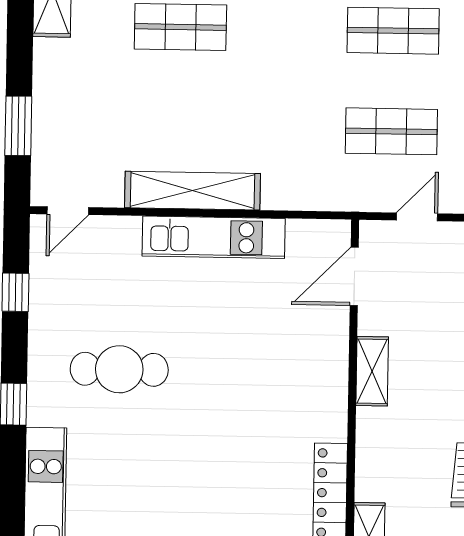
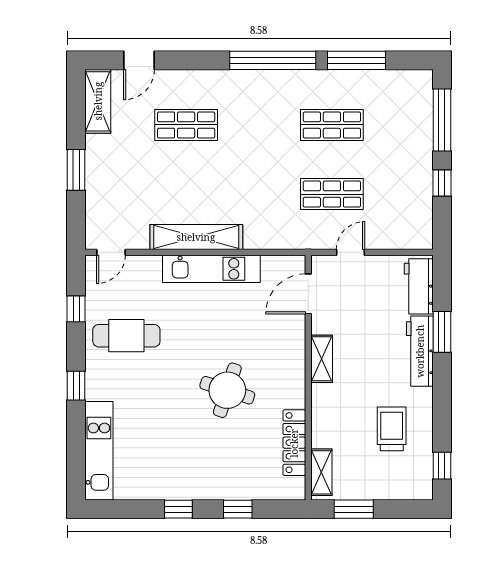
window: (18, 126) -> (76, 170), moved
cafe table: (119, 369) -> (126, 336), moved
round table: (234, 415) -> (227, 390), added

